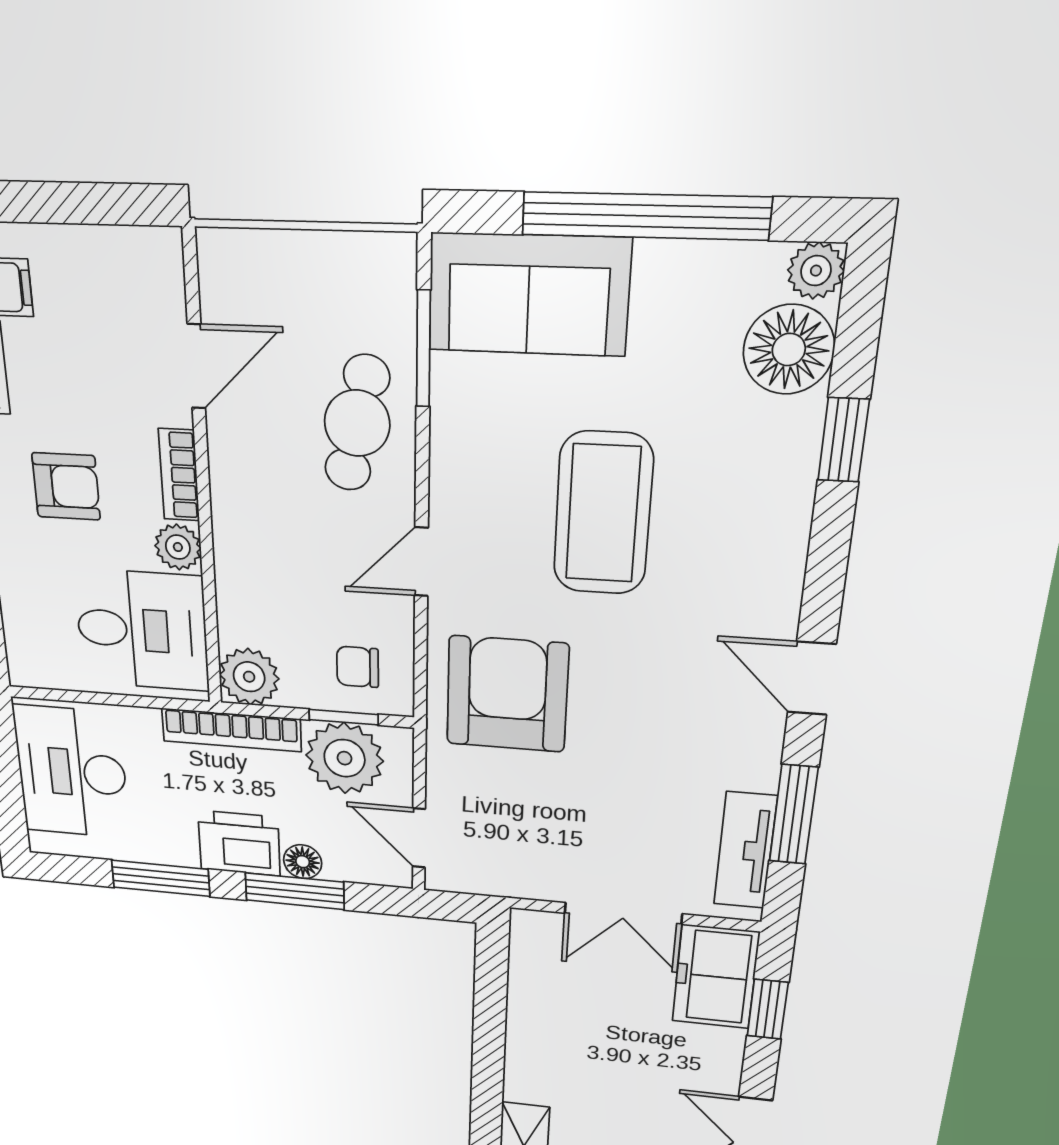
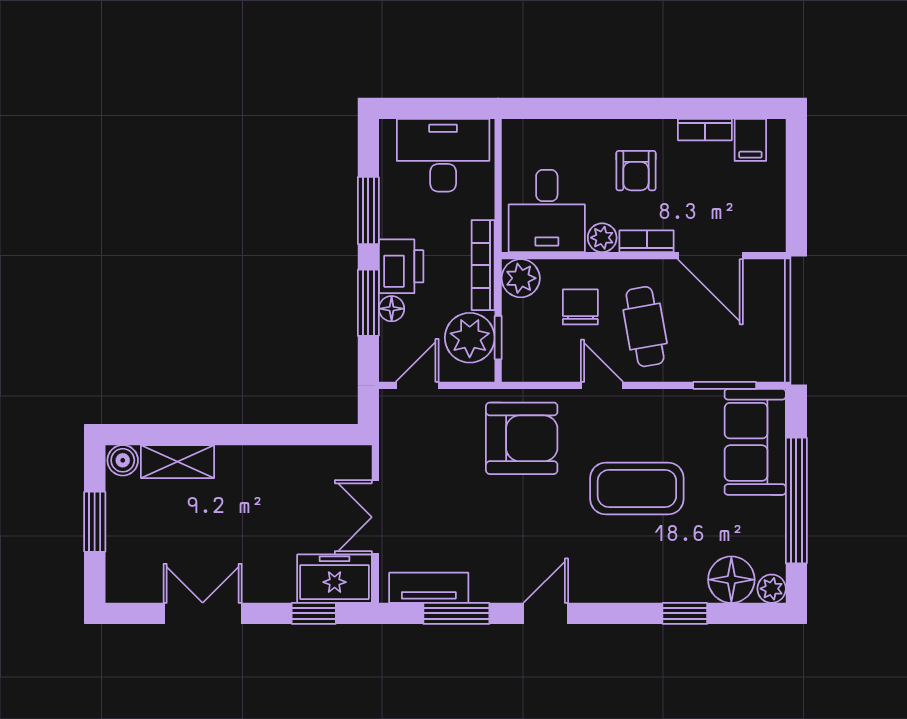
door: (196, 366) -> (710, 256), width x1.38
cafe table: (357, 423) -> (645, 327), moved, turned 68
chair: (358, 667) -> (580, 307), moved, width x1.37, depth x1.37

